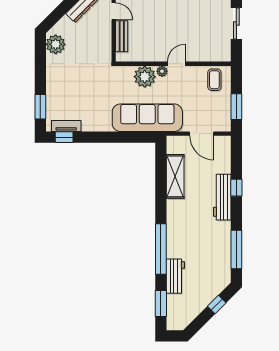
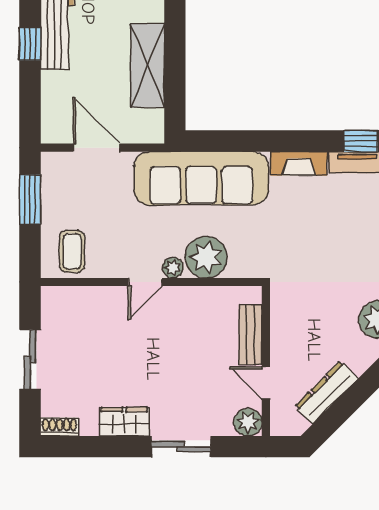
fireplace: (97, 125) -> (299, 164), added

